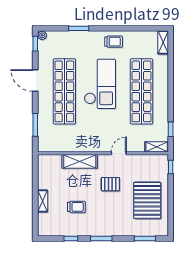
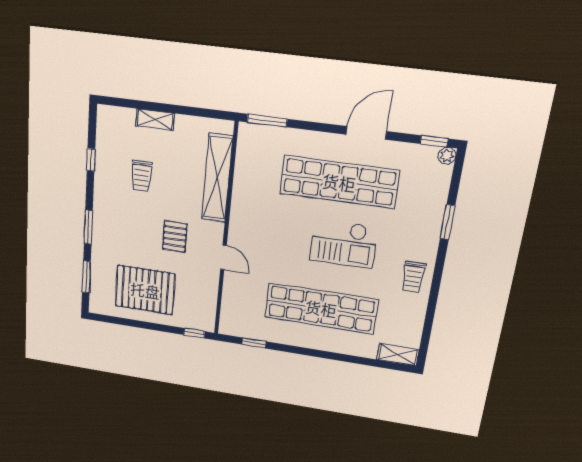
checkout: (100, 84) -> (343, 244), width x0.73, depth x0.83
window: (35, 125) -> (267, 121), moved
shelving: (157, 147) -> (228, 317), removed
shelving: (80, 161) -> (217, 178), width x1.47
window: (101, 239) -> (88, 227), moved

